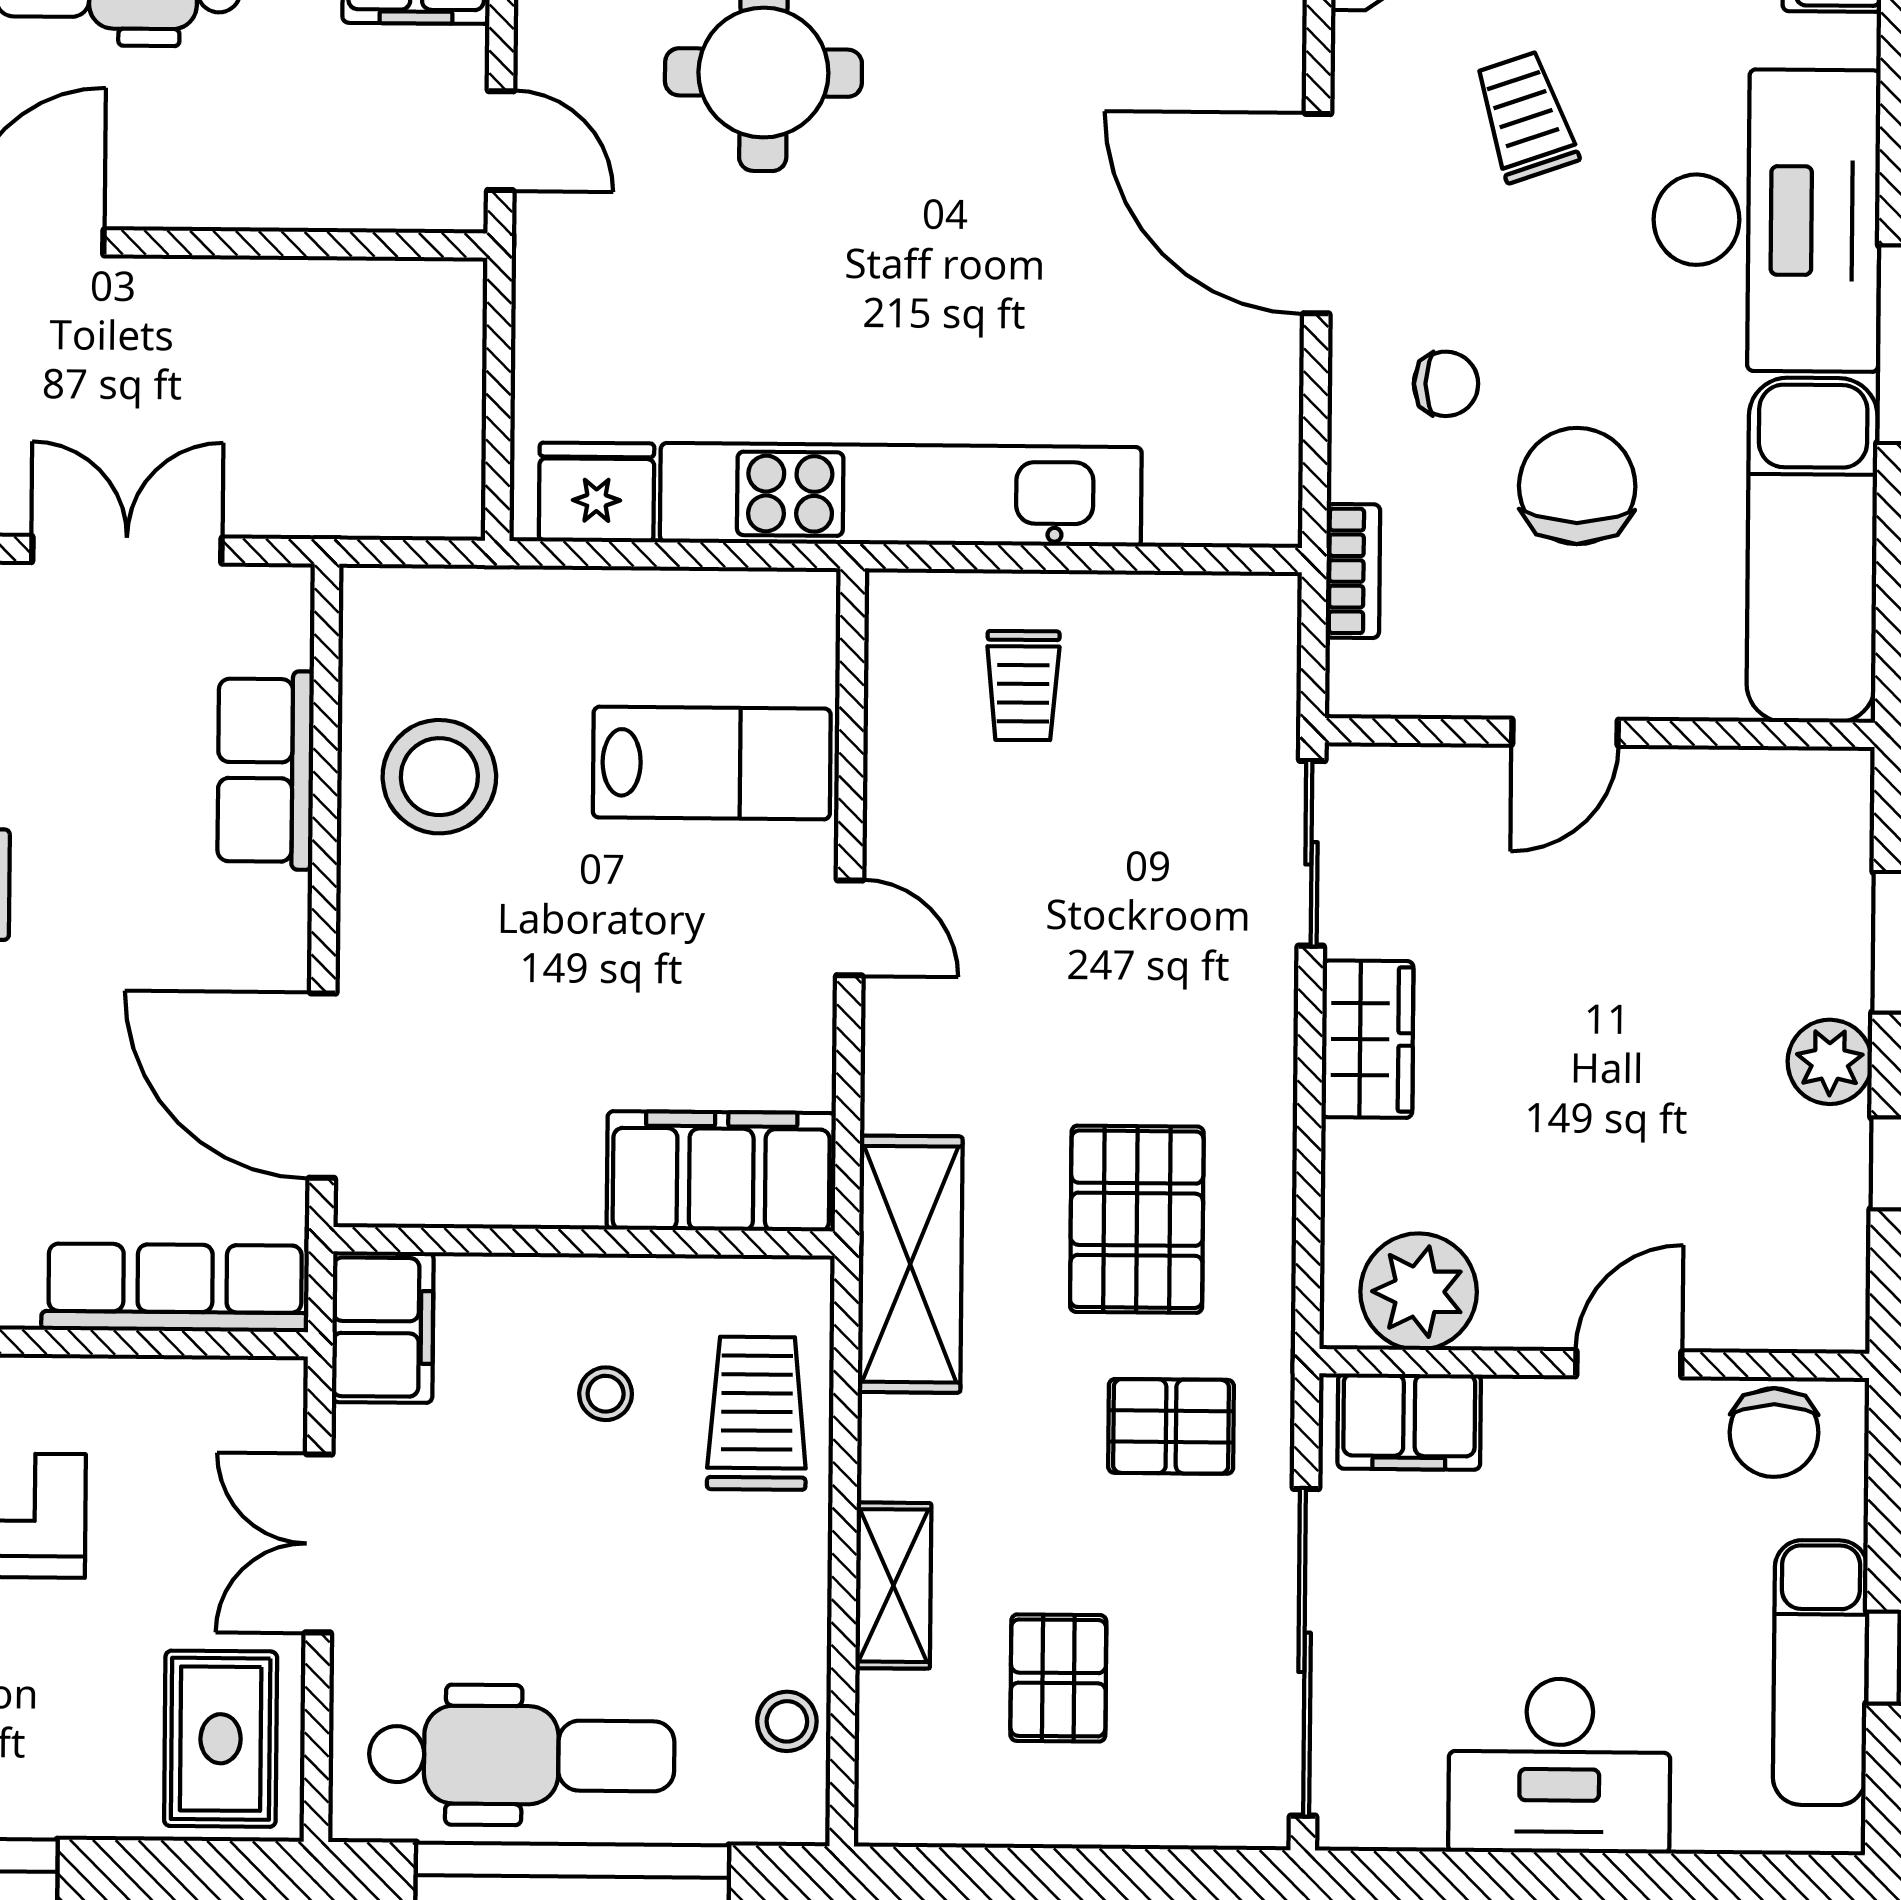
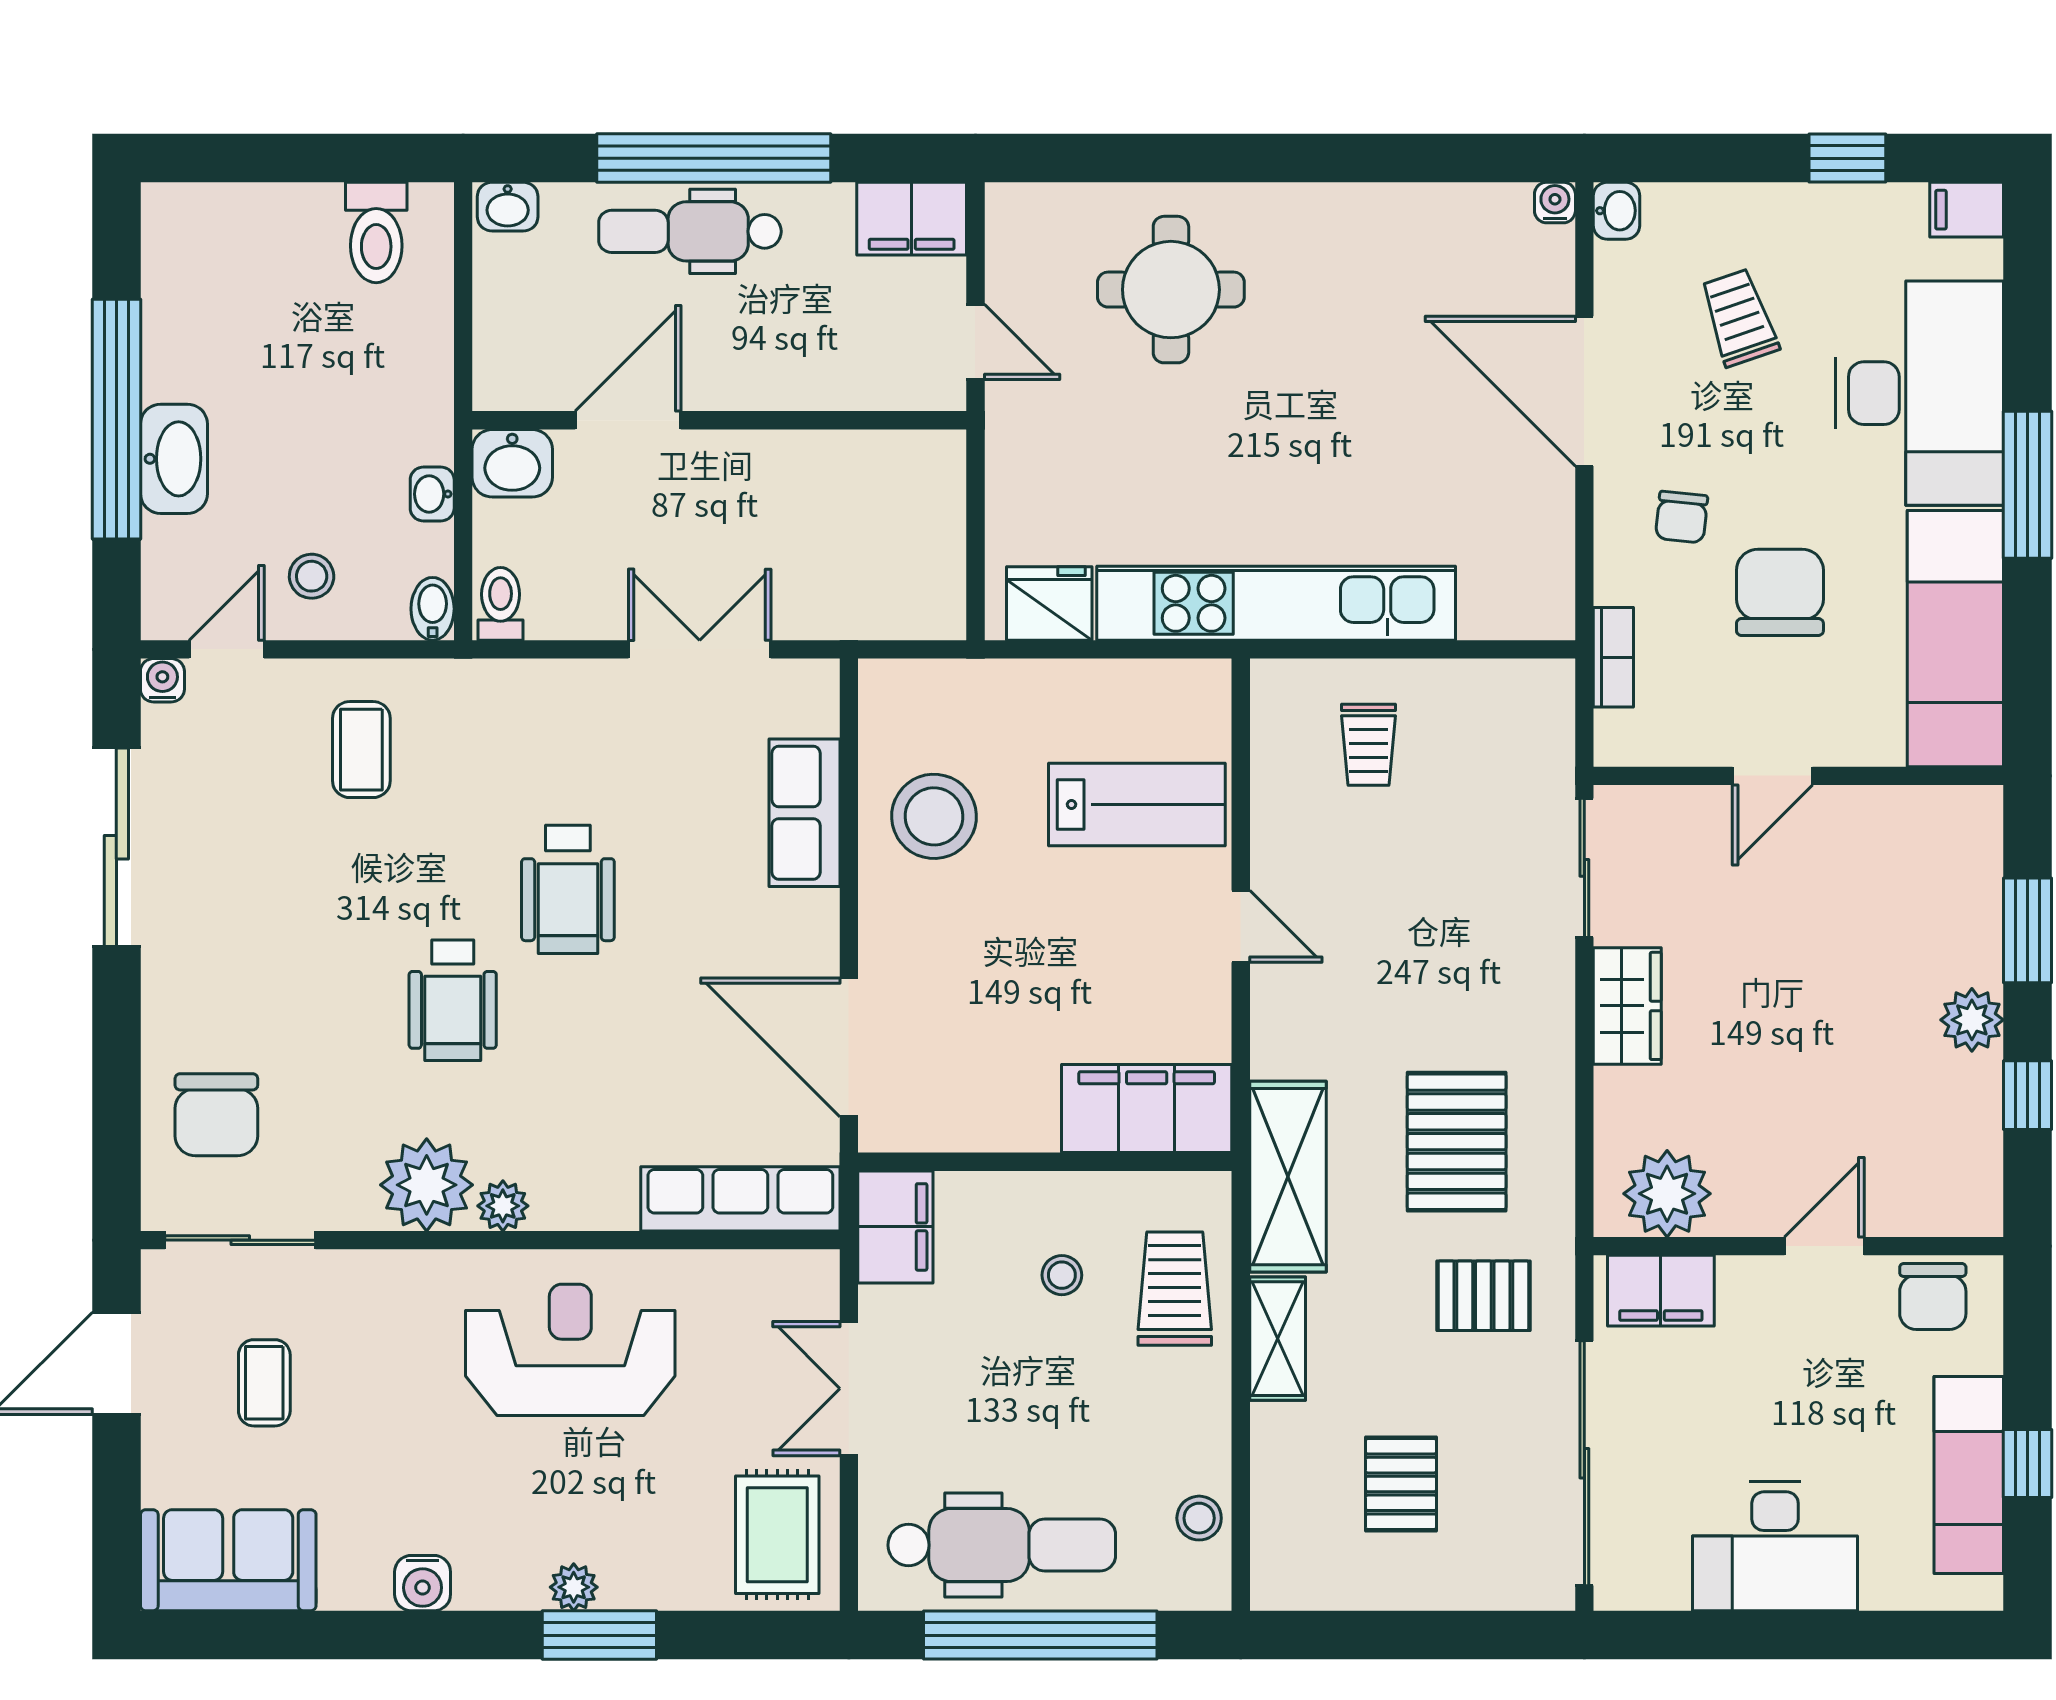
chair: (1446, 384) -> (1682, 517), turned 96
shelving: (893, 1586) -> (1278, 1339), moved

